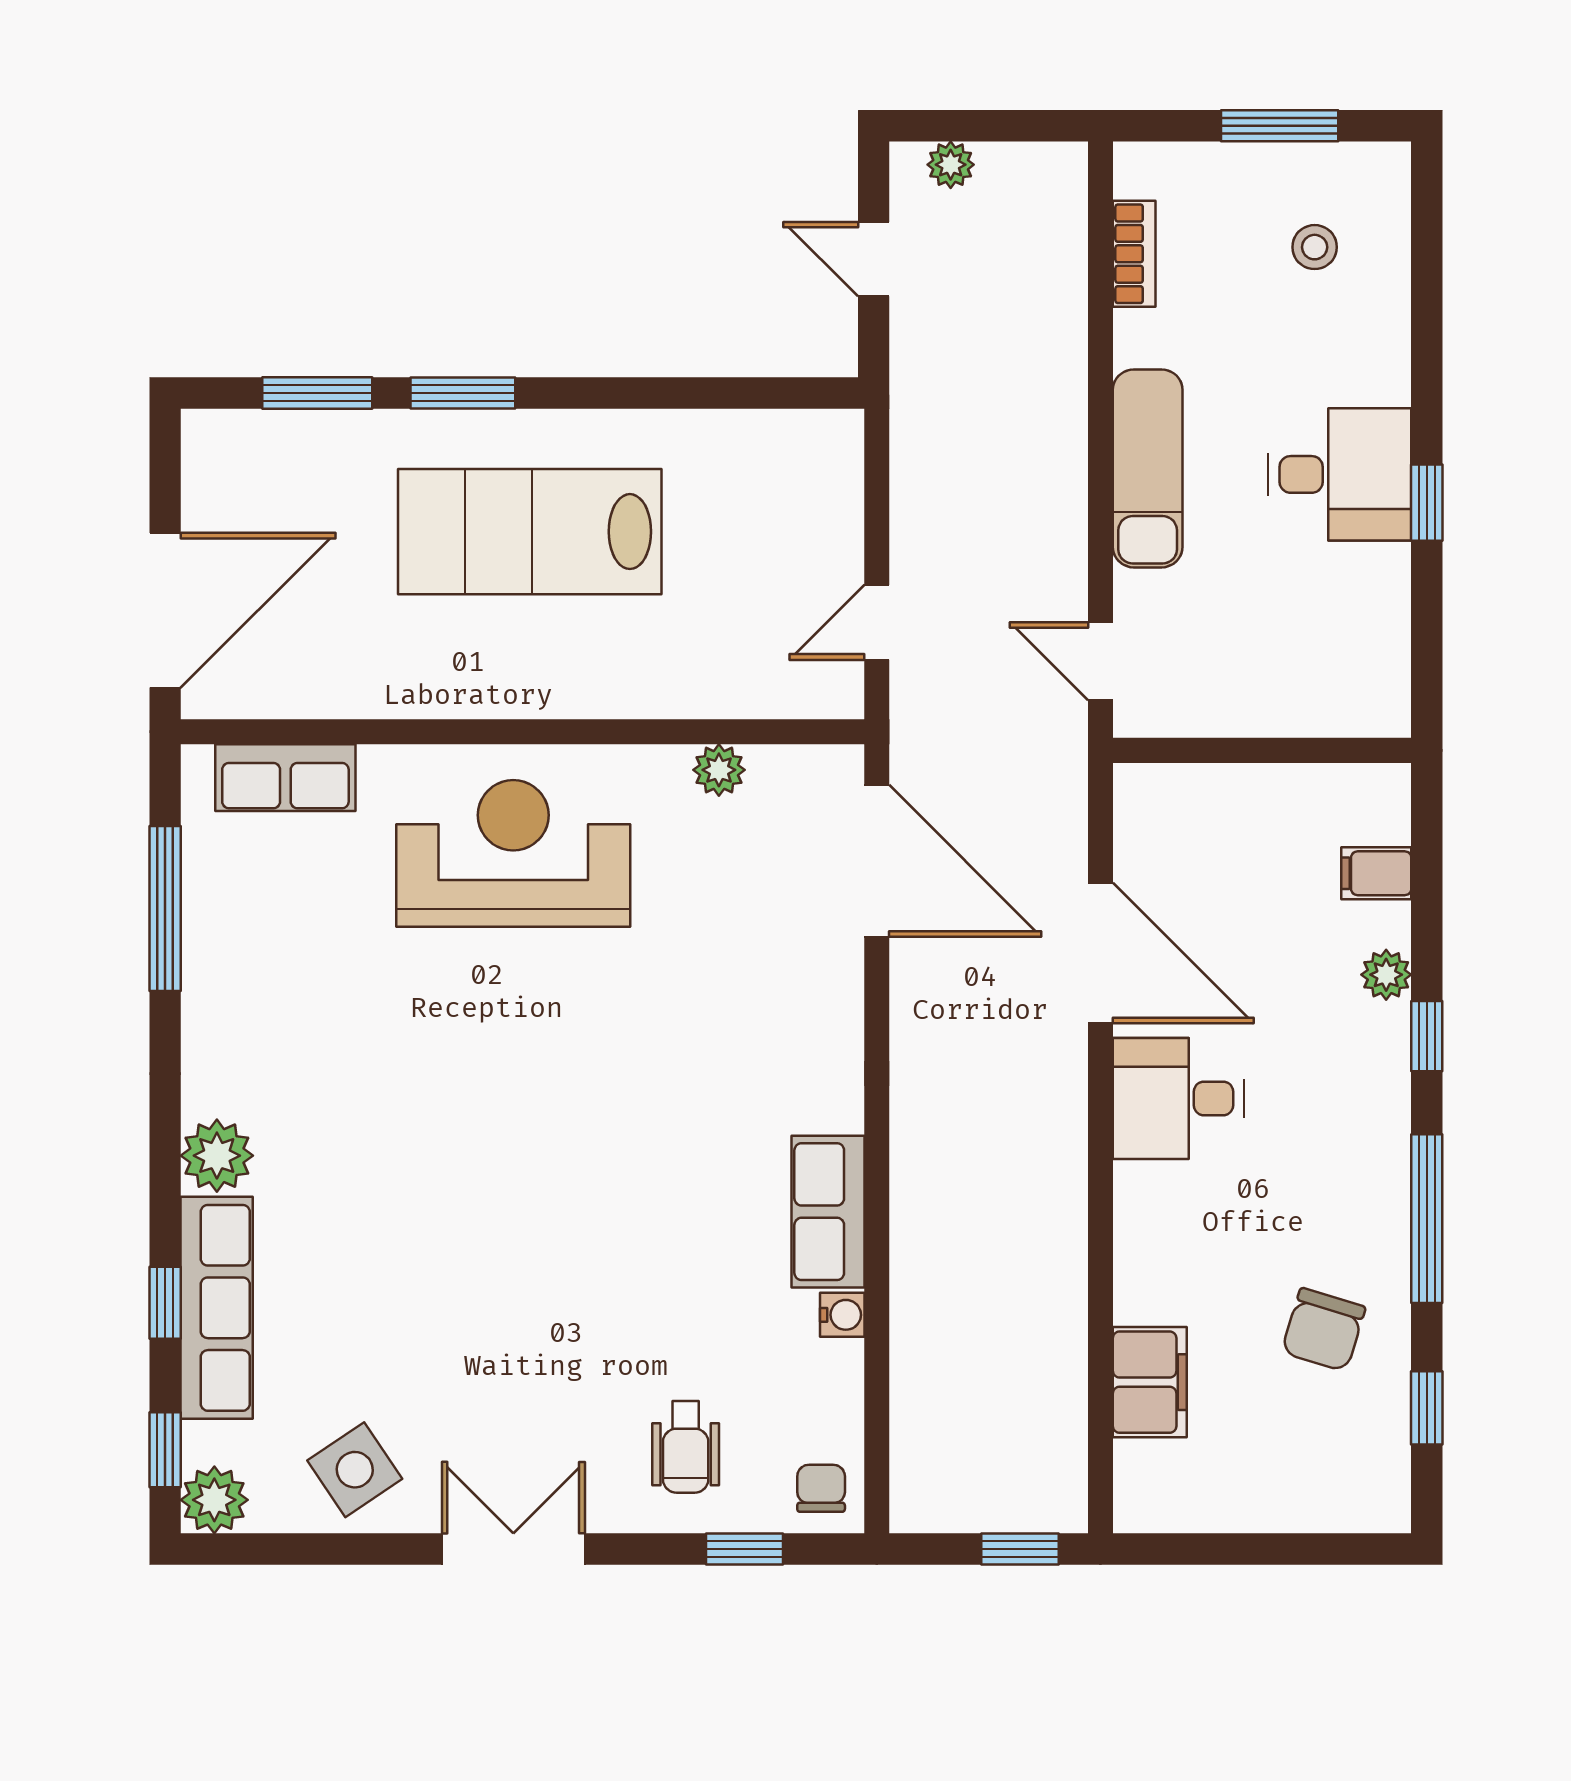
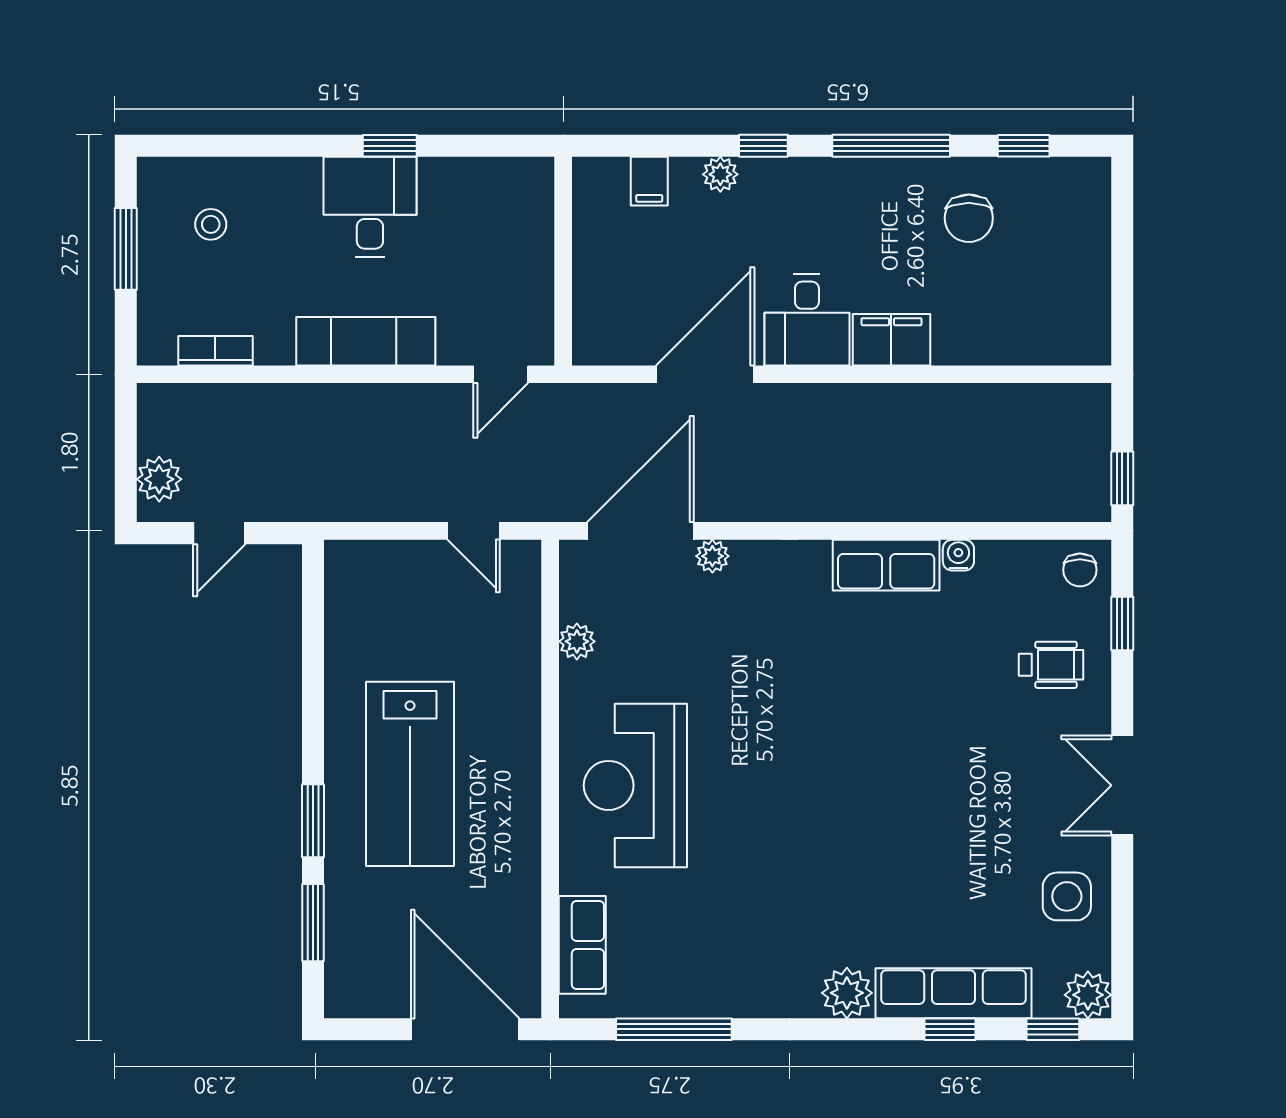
plant: (951, 165) -> (159, 479), width x1.38, depth x1.38
plant: (841, 964) -> (712, 556), added
chair: (1323, 1330) -> (969, 218), turned 73
filing cabinet: (1150, 1382) -> (891, 340), moved
side table: (355, 1470) -> (1067, 896), turned 34
chair: (821, 1488) -> (1080, 570), turned -90
window: (1020, 1549) -> (1122, 478), moved

